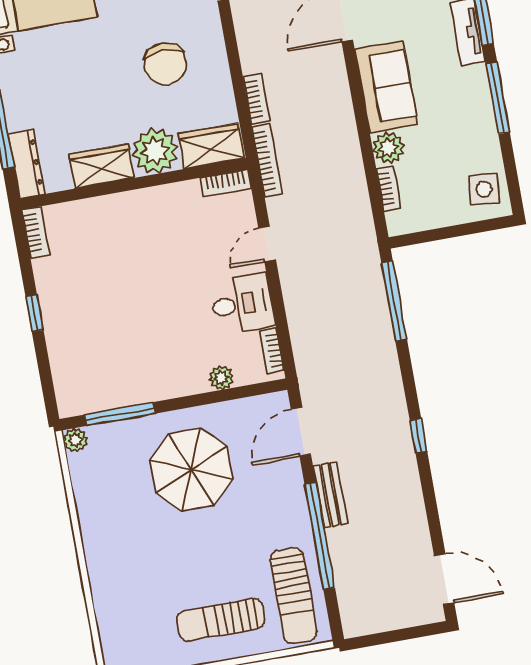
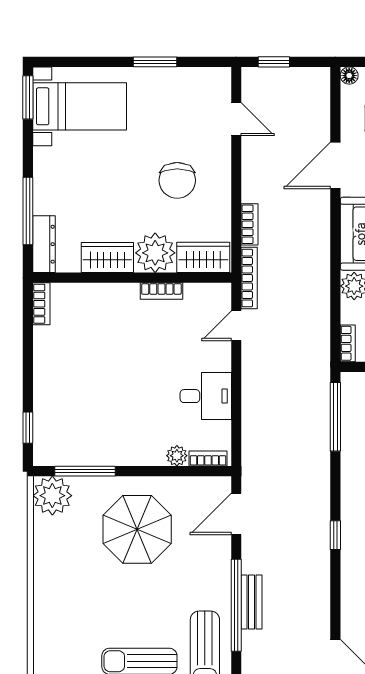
bookcase: (226, 183) -> (161, 291), moved
bookcase: (388, 188) -> (348, 343), moved
door: (267, 244) -> (236, 326), moved
window: (34, 313) -> (28, 428), moved
bookcase: (272, 351) -> (208, 459), moved, turned 90
plant: (75, 440) -> (52, 496), width x1.88, depth x1.88
bench: (330, 495) -> (252, 602), moved

